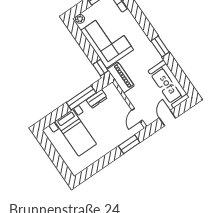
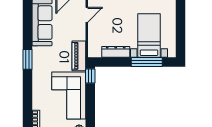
window: (81, 98) -> (147, 62), moved
dresser: (97, 99) -> (116, 52), width x1.44

